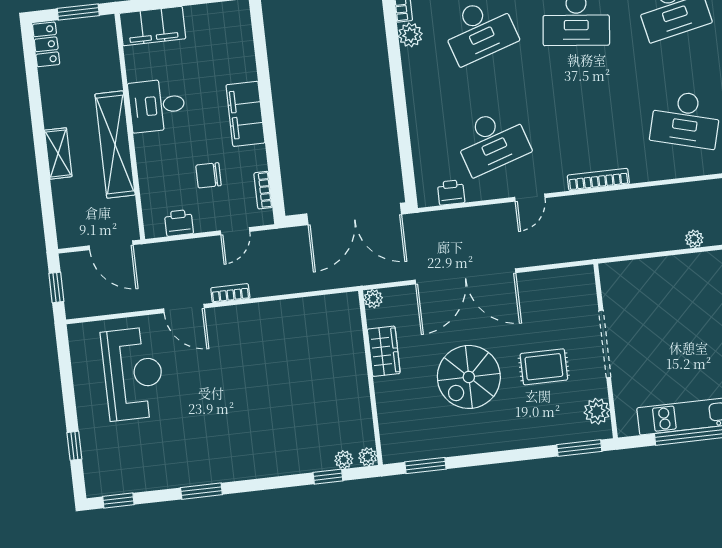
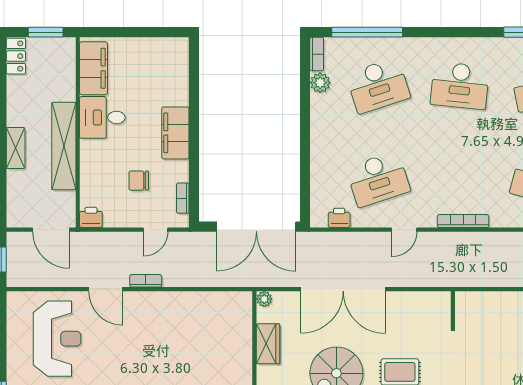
filing cabinet: (153, 26) -> (93, 68), moved, turned -90
printer: (179, 223) -> (91, 217), moved

